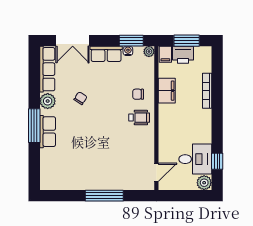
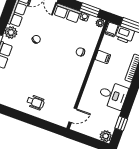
filing cabinet: (167, 91) -> (103, 57), width x0.50
wheelchair: (139, 118) -> (35, 102), moved
desk: (195, 159) -> (113, 95), moved
window: (104, 196) -> (27, 119), removed

